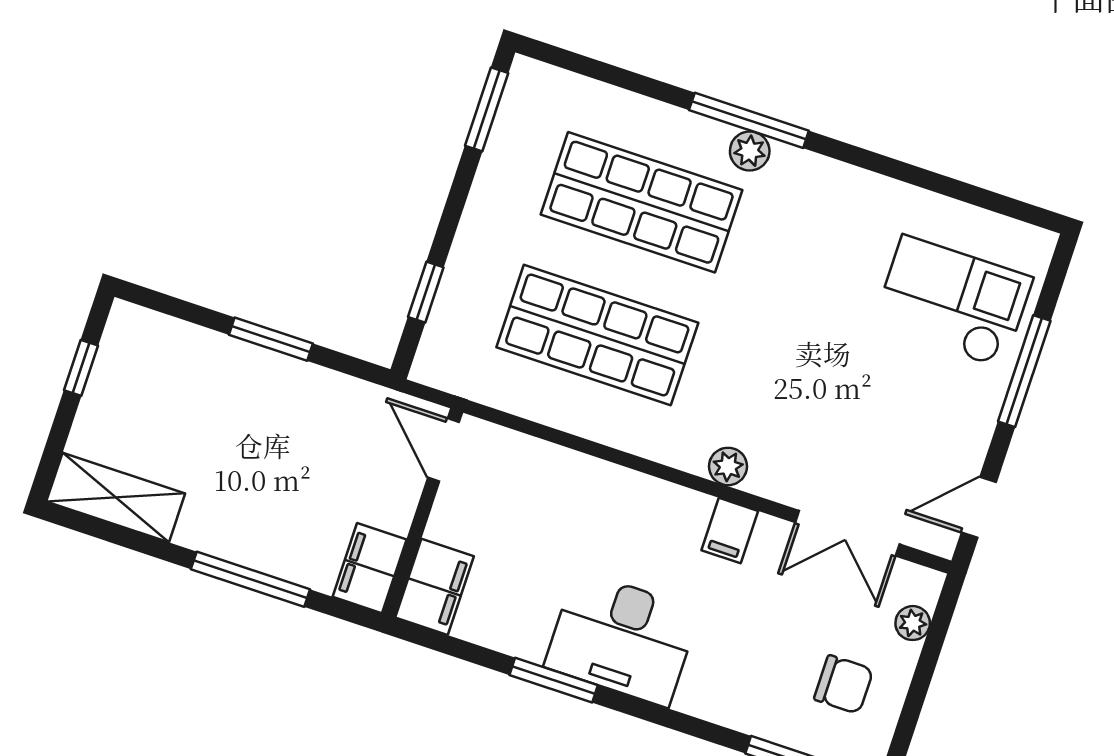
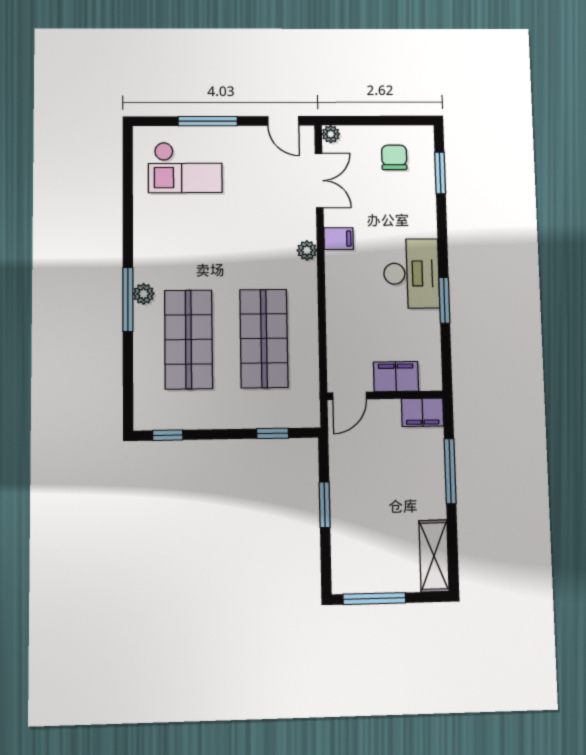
window: (487, 109) -> (168, 435), width x0.67
checkout: (953, 302) -> (185, 167), turned -90
window: (81, 368) -> (374, 599), width x2.17
filing cabinet: (434, 587) -> (396, 377), moved
plant: (913, 623) -> (331, 134), moved

